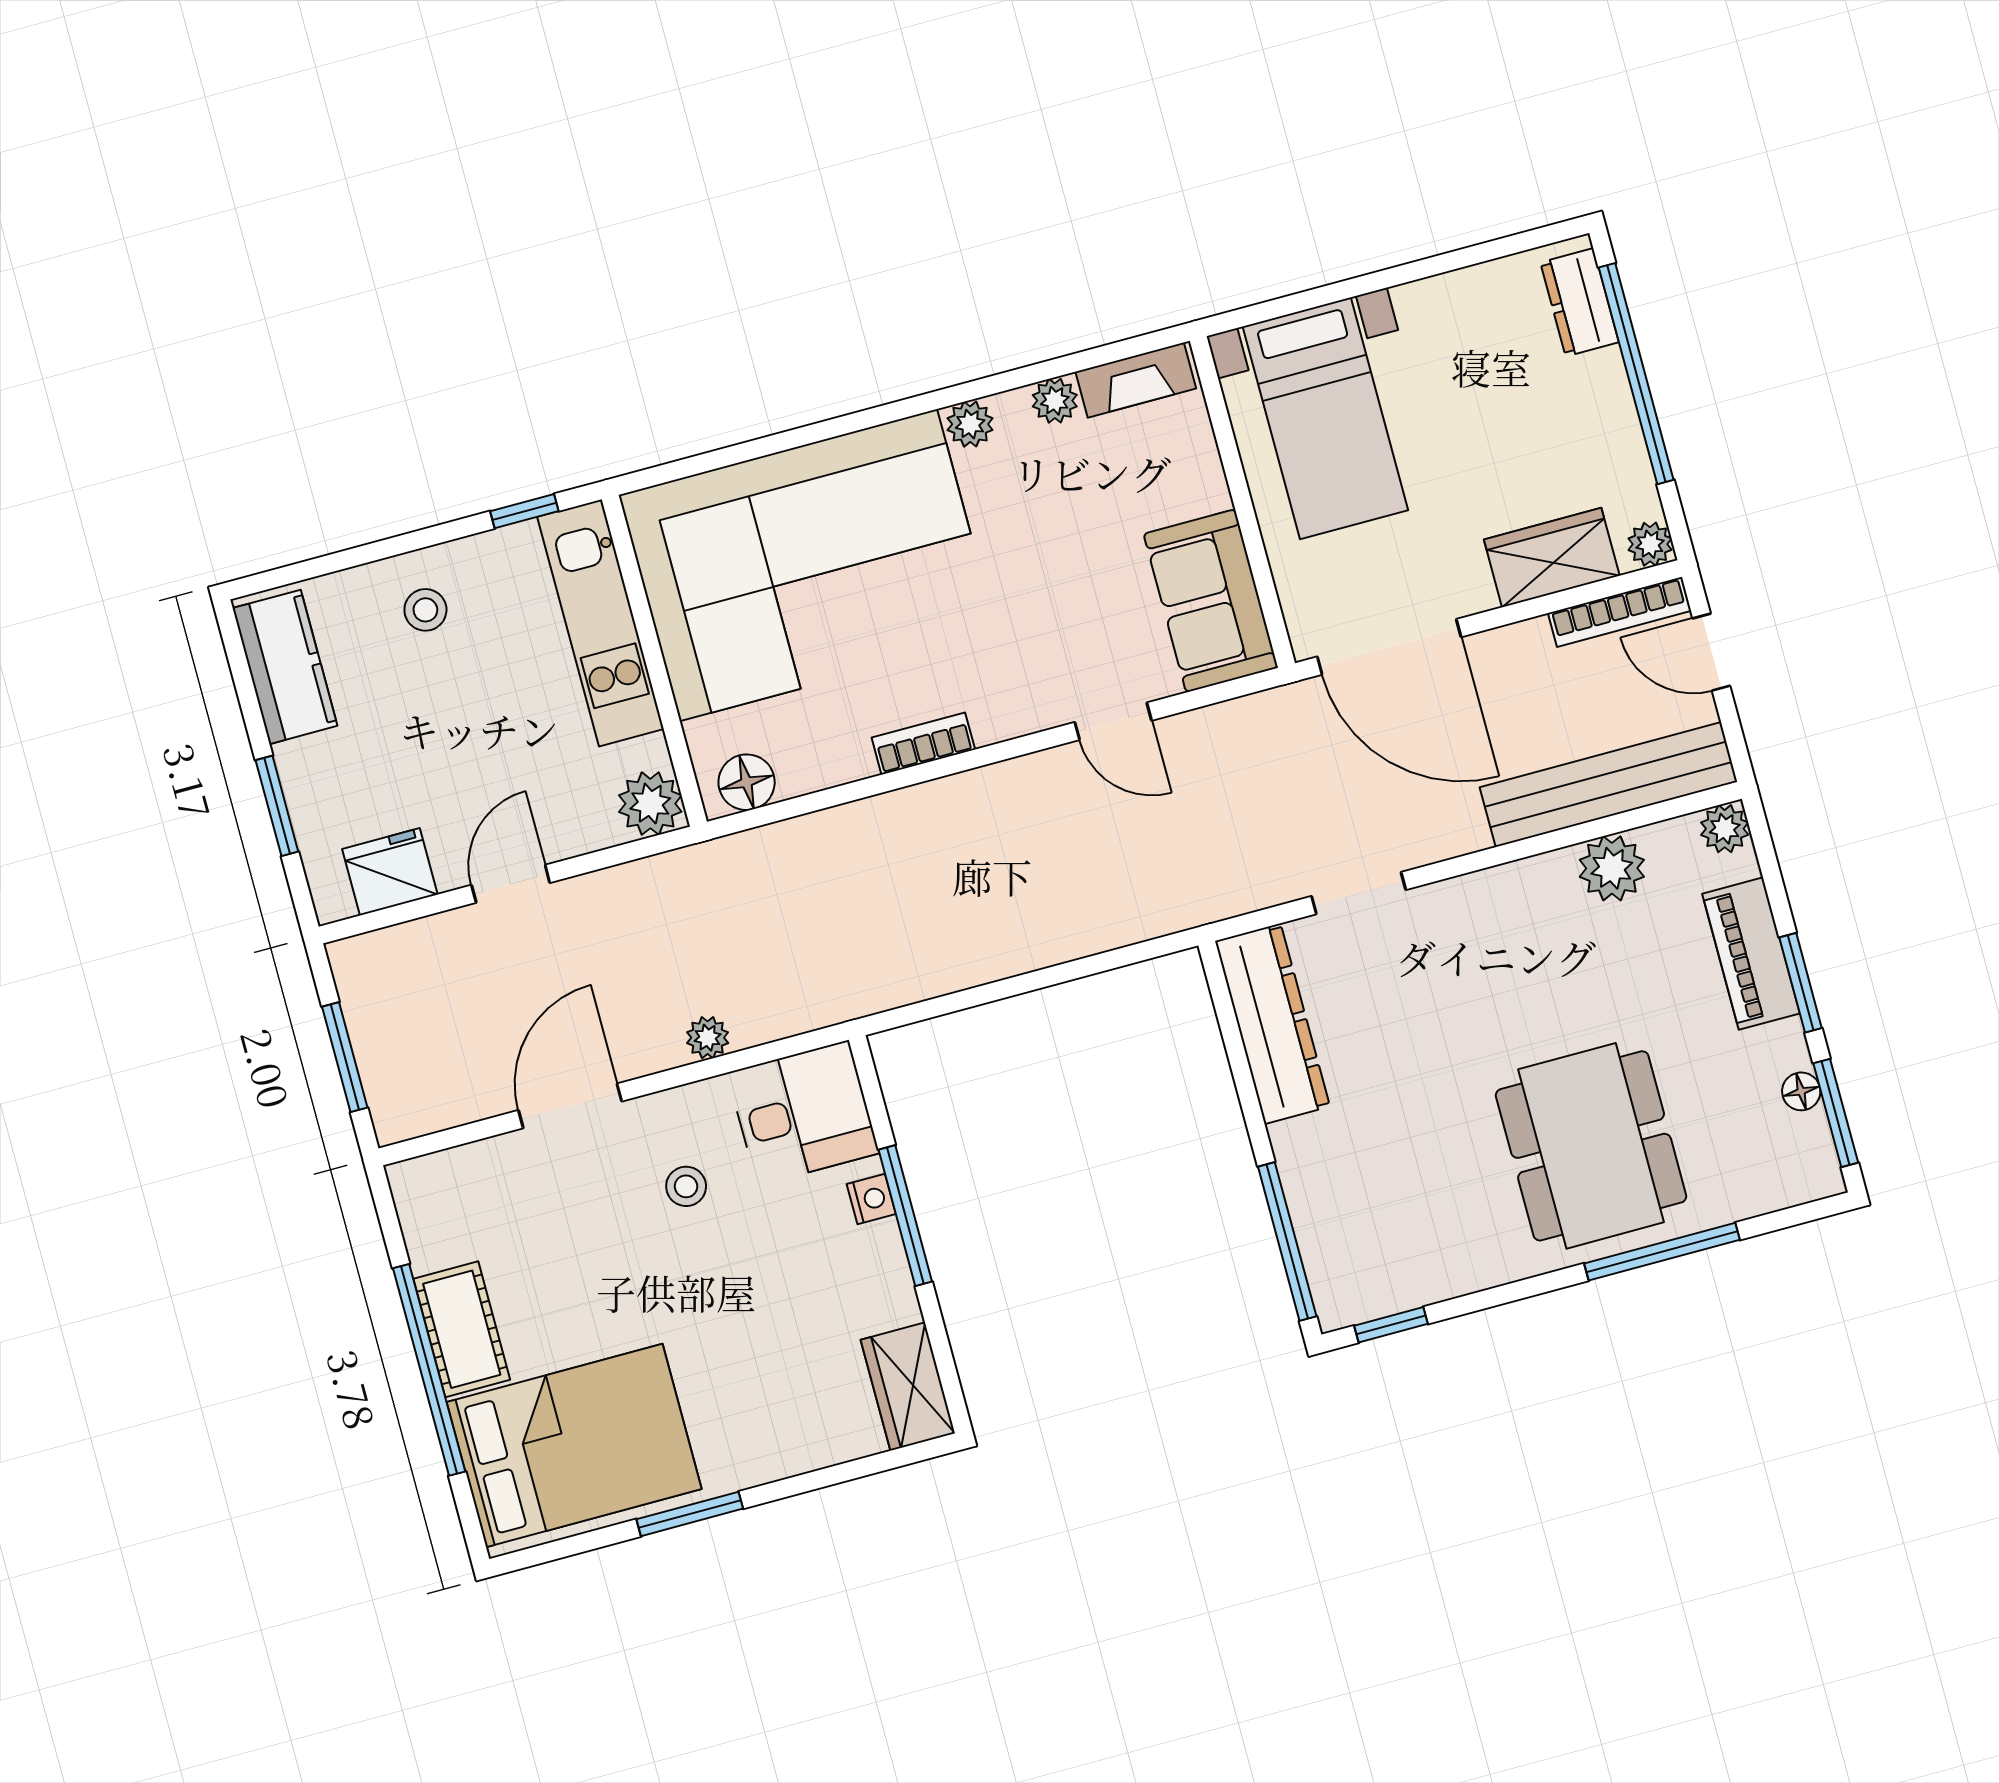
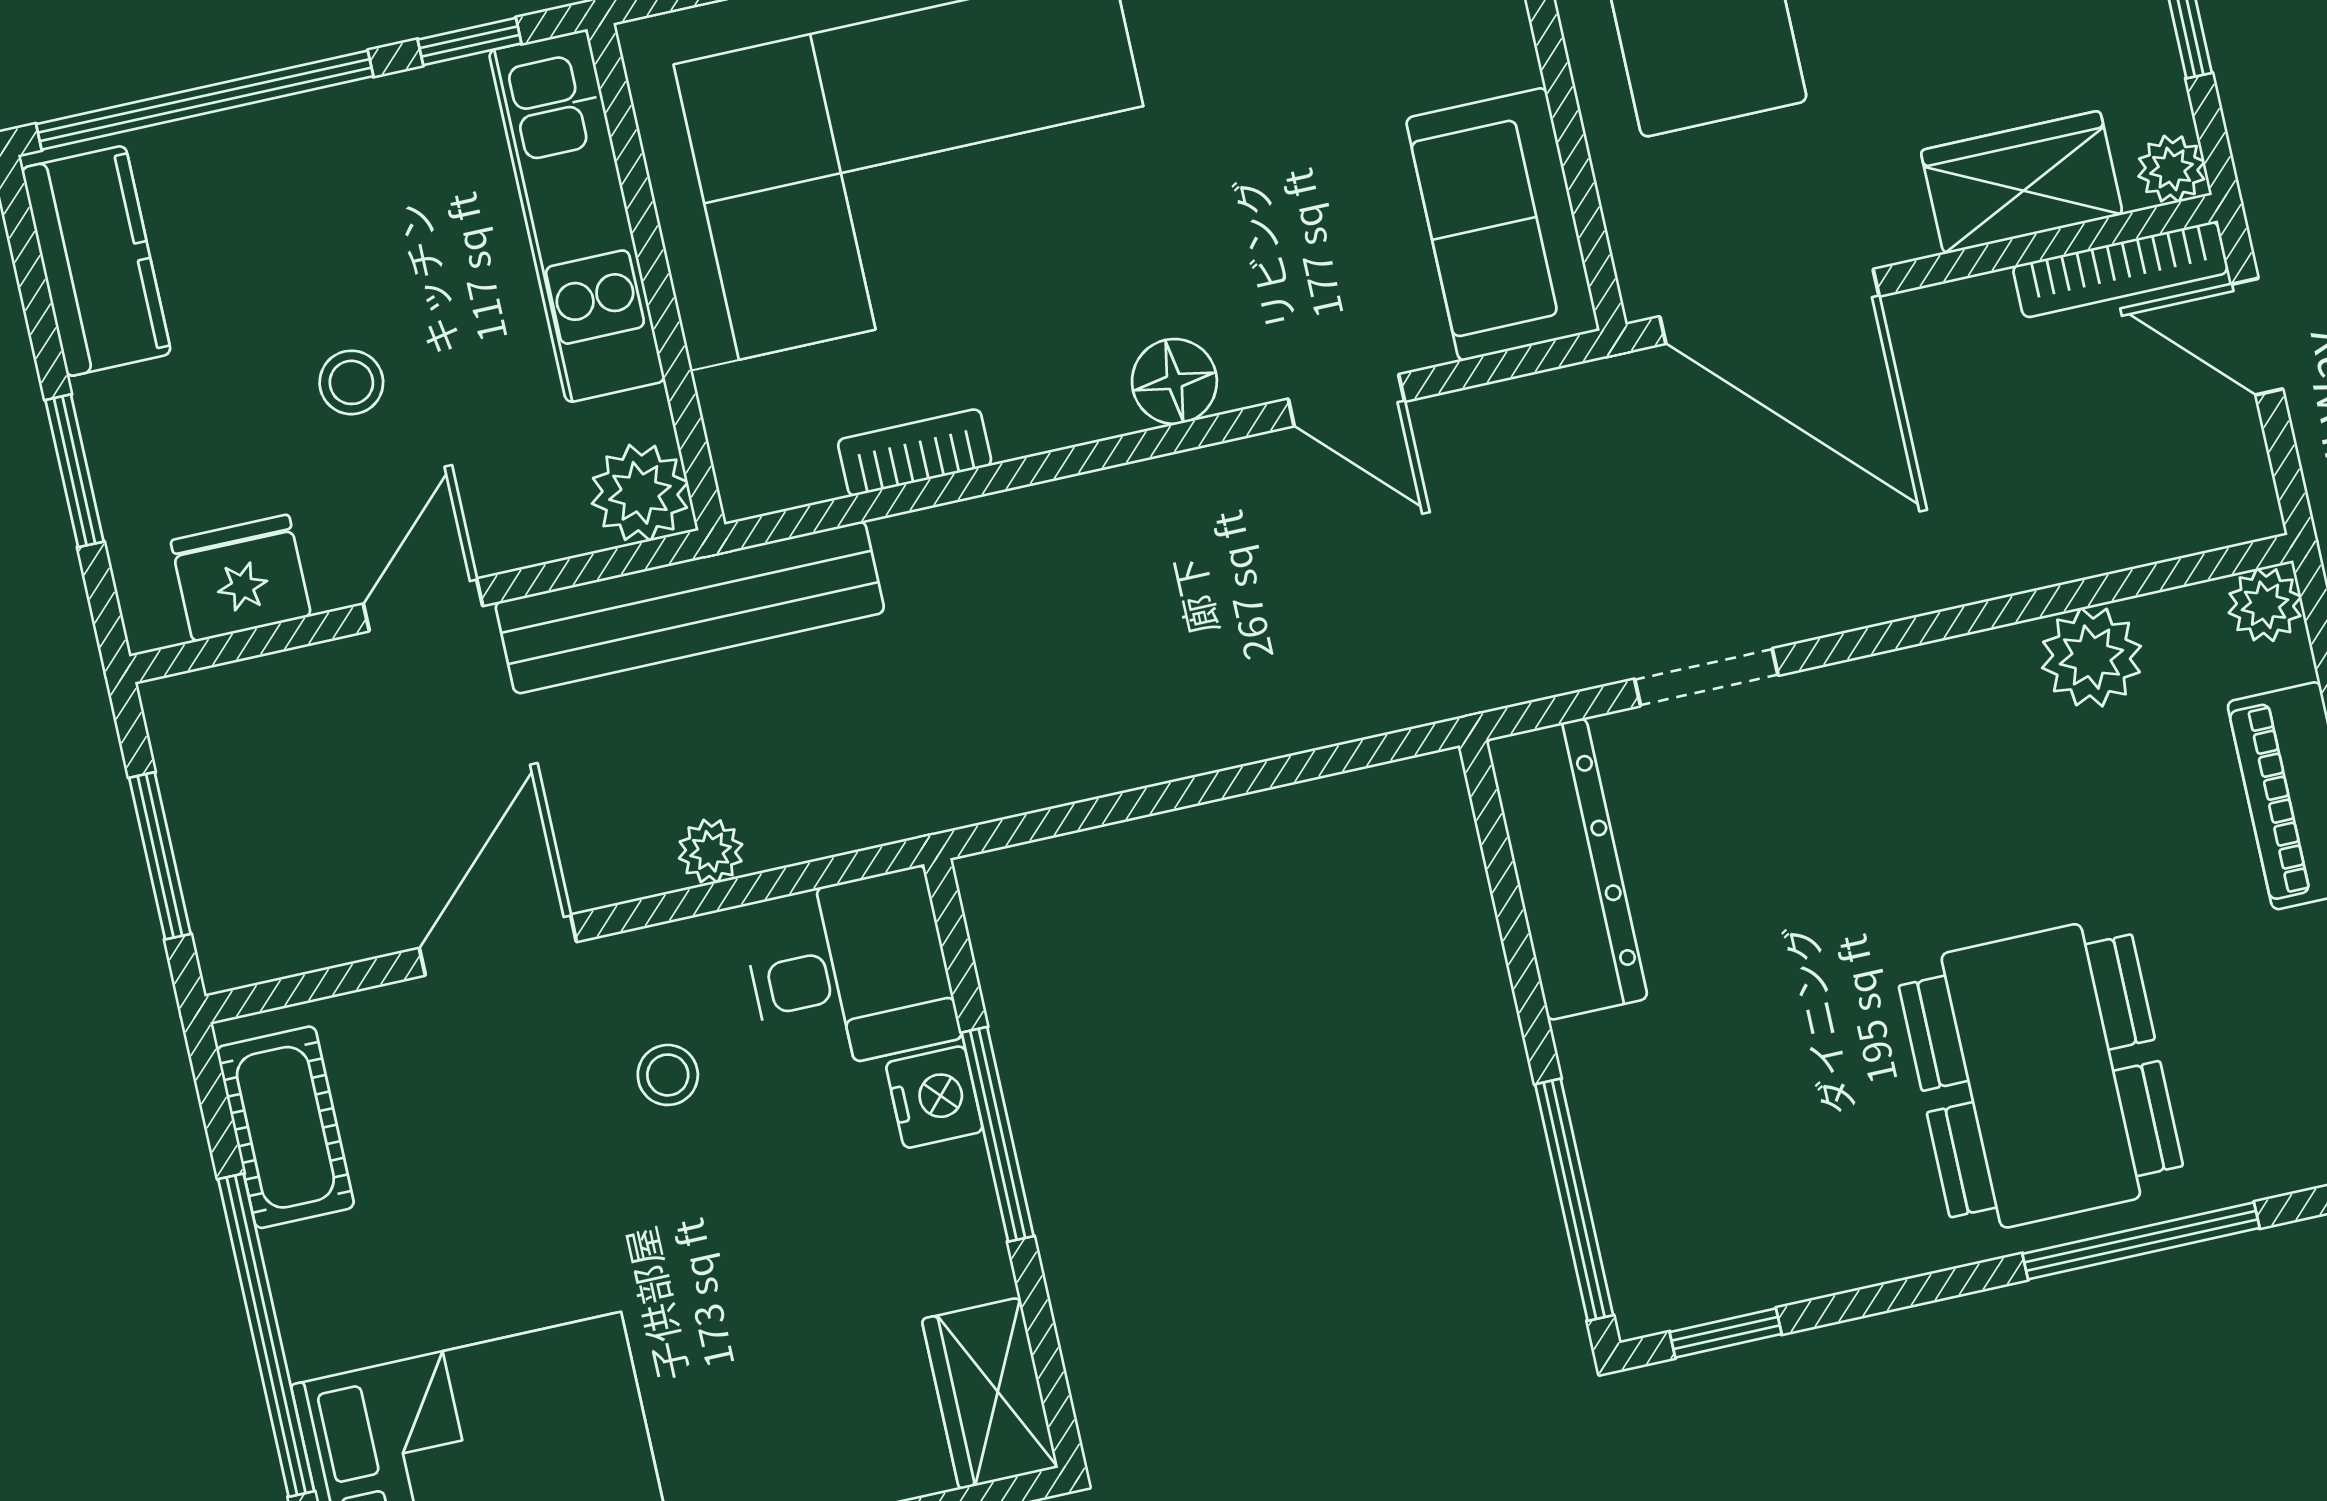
window: (352, 558) -> (205, 100), added
stool: (425, 610) -> (351, 382), moved
bookcase: (923, 744) -> (915, 453), moved
floor lamp: (747, 782) -> (1174, 381), moved
bench: (1608, 784) -> (690, 607), moved
nightstand: (871, 1199) -> (934, 1097), width x1.39, depth x1.35
cot: (462, 1329) -> (285, 1127), moved

